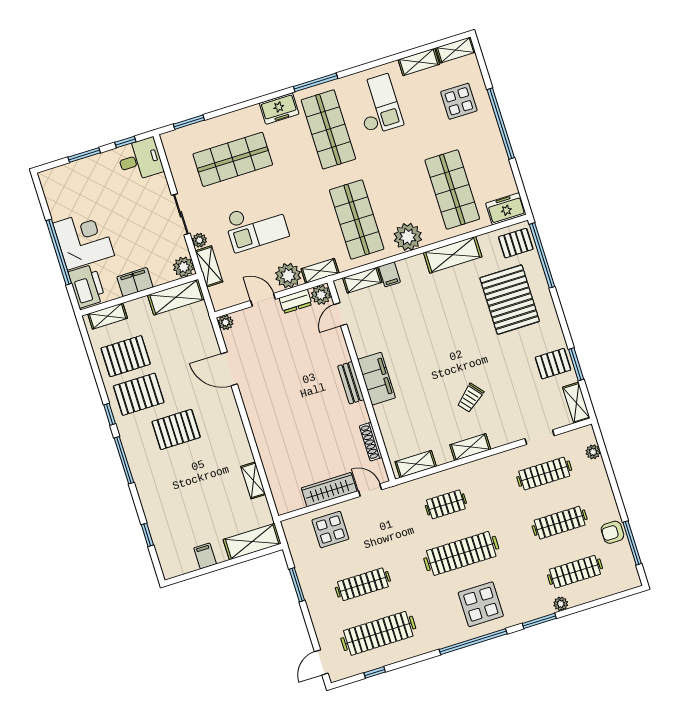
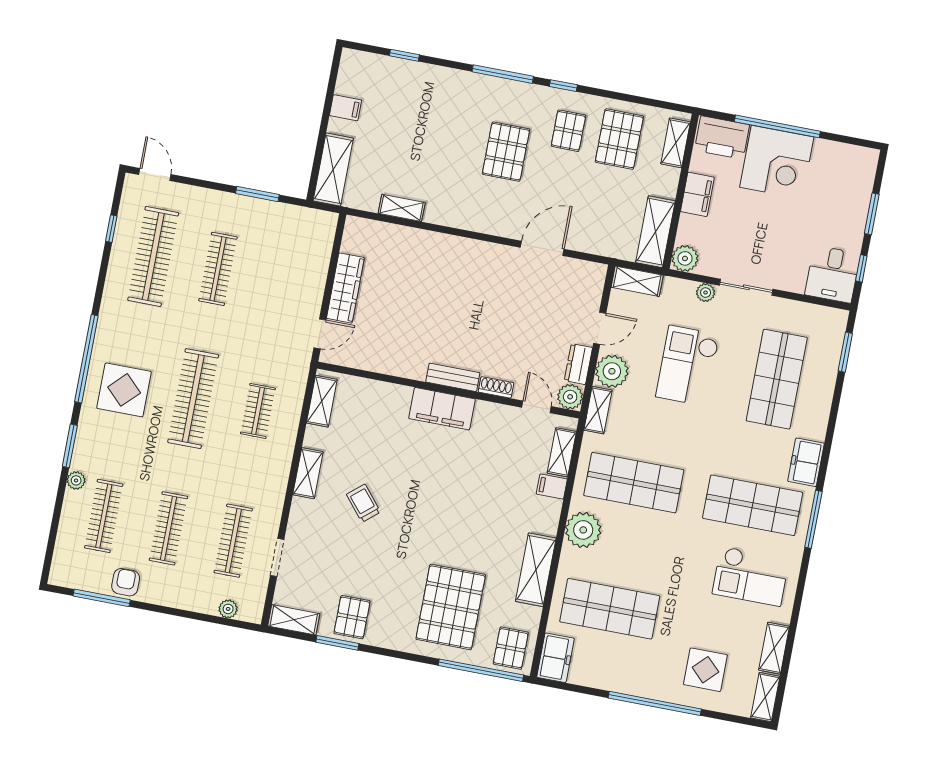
shelving: (209, 266) -> (637, 281), moved
pallet: (510, 300) -> (451, 607), turned 90
plant: (226, 322) -> (597, 272), removed
pallet: (139, 394) -> (568, 131), width x0.67, depth x0.71
shoe rack: (371, 442) -> (496, 387), moved, width x0.70
display table: (330, 530) -> (299, 265), removed

